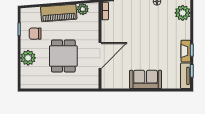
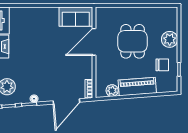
sofa: (146, 79) -> (76, 17), moved

